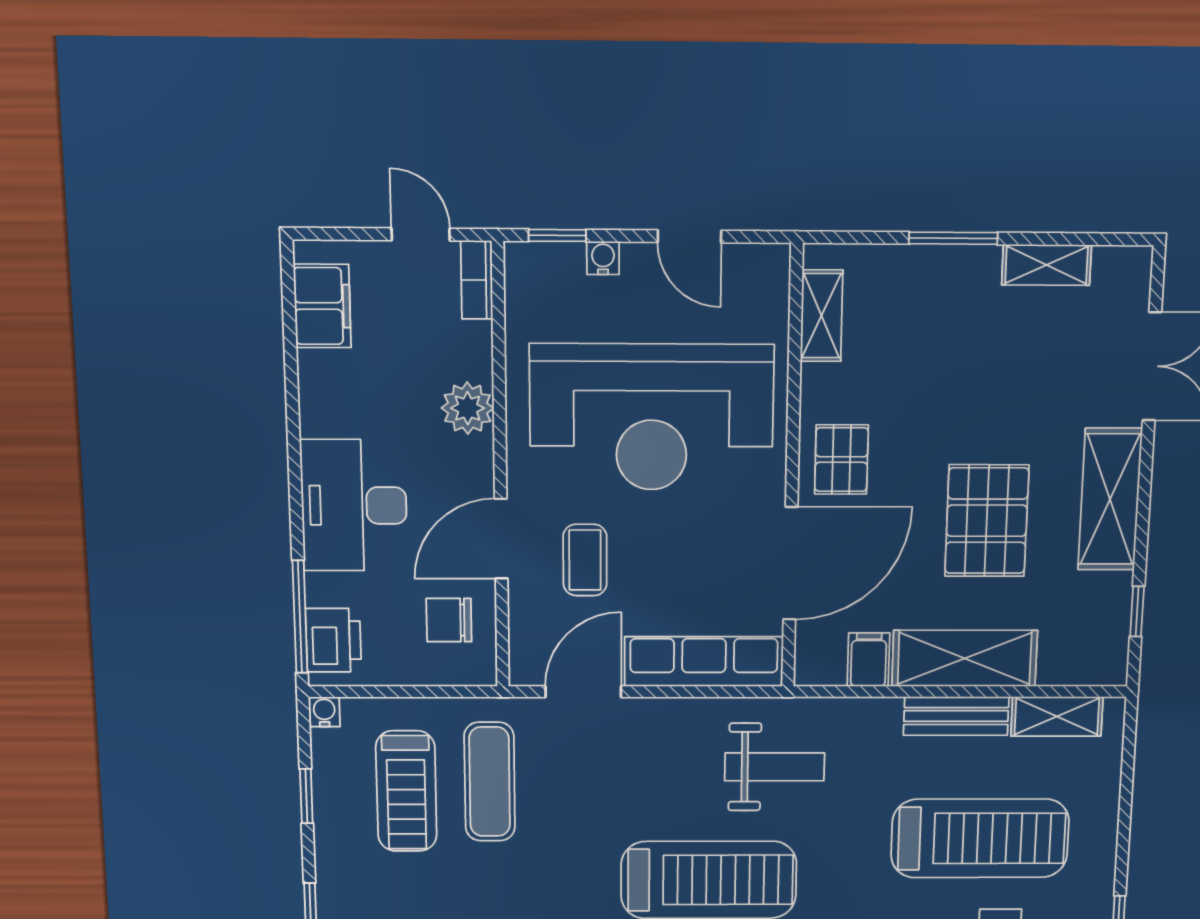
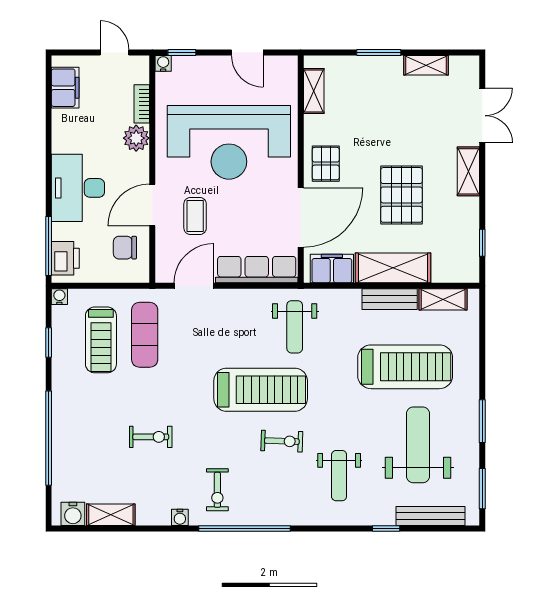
water cooler: (603, 258) -> (163, 63), moved
bookcase: (477, 280) -> (142, 104), moved
shelving: (1110, 499) -> (468, 171), width x0.67, depth x0.75
filing cabinet: (869, 660) -> (332, 269), width x2.00
weight bench: (775, 767) -> (295, 327), turned 90

